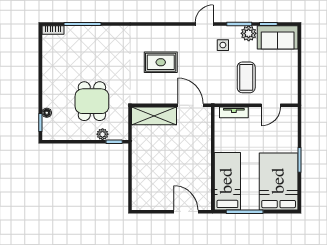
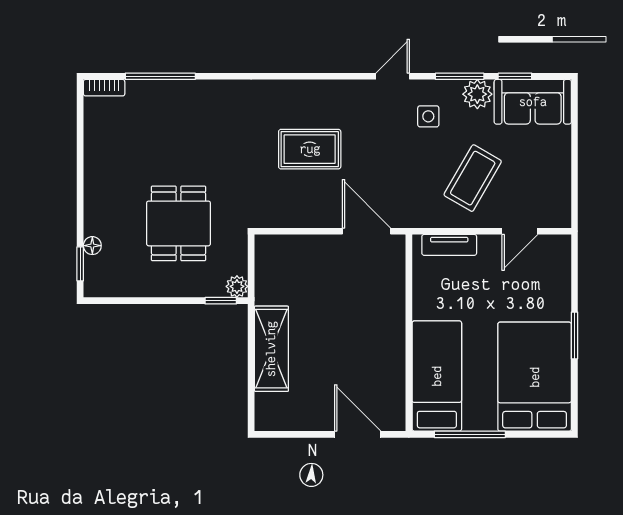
coffee table: (246, 77) -> (473, 178), turned 30
shelving: (154, 116) -> (271, 349), moved, turned 90
plant: (103, 134) -> (237, 286), moved

